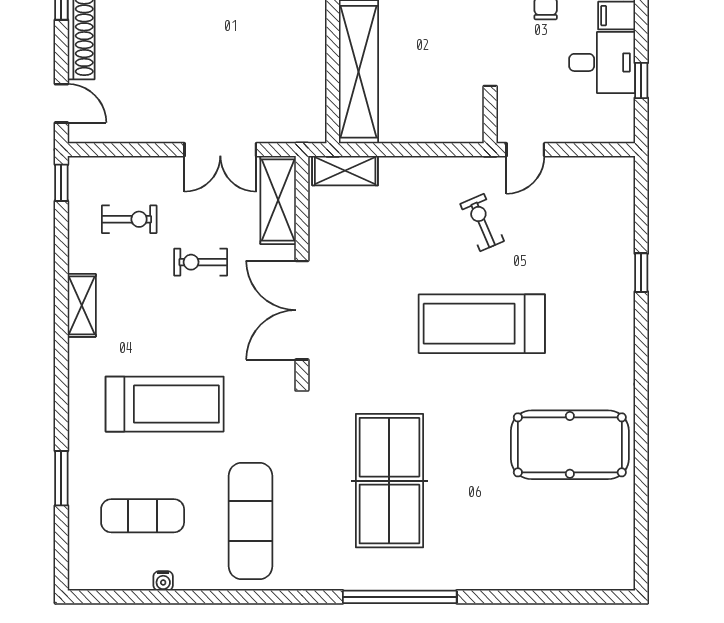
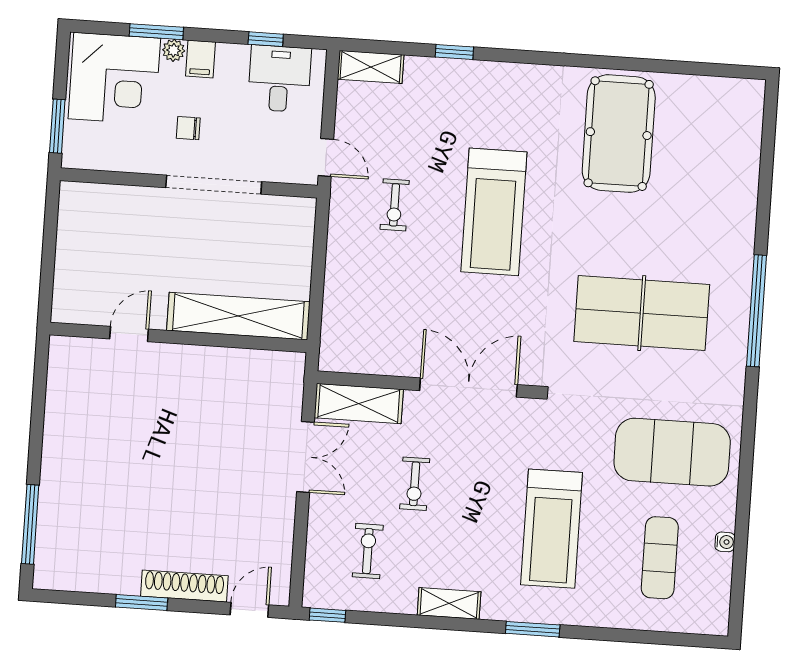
desk: (602, 62) -> (279, 79), moved
shelving: (345, 171) -> (371, 67), moved, turned 90
exercise bike: (482, 223) -> (395, 205), turned -67
double door: (302, 310) -> (468, 388), swing flipped
treadmill: (165, 404) -> (552, 529), turned 180
window: (61, 478) -> (533, 629), moved
exercise mat: (251, 521) -> (672, 452), width x1.47

